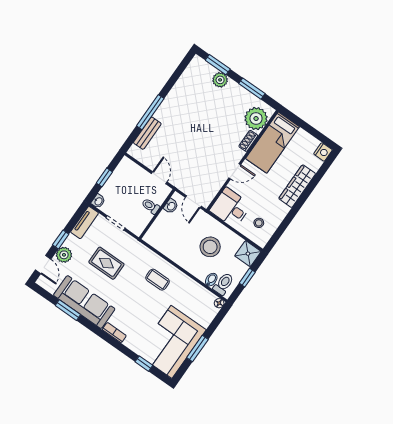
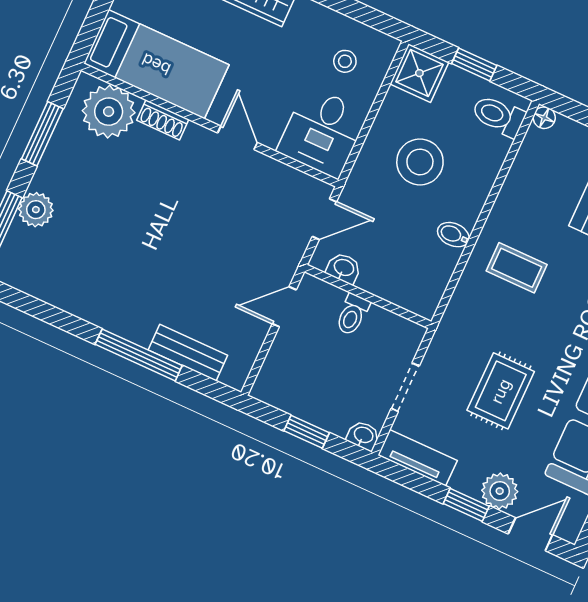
coffee table: (158, 280) -> (517, 268), turned 90
bidet: (211, 280) -> (453, 235), moved

